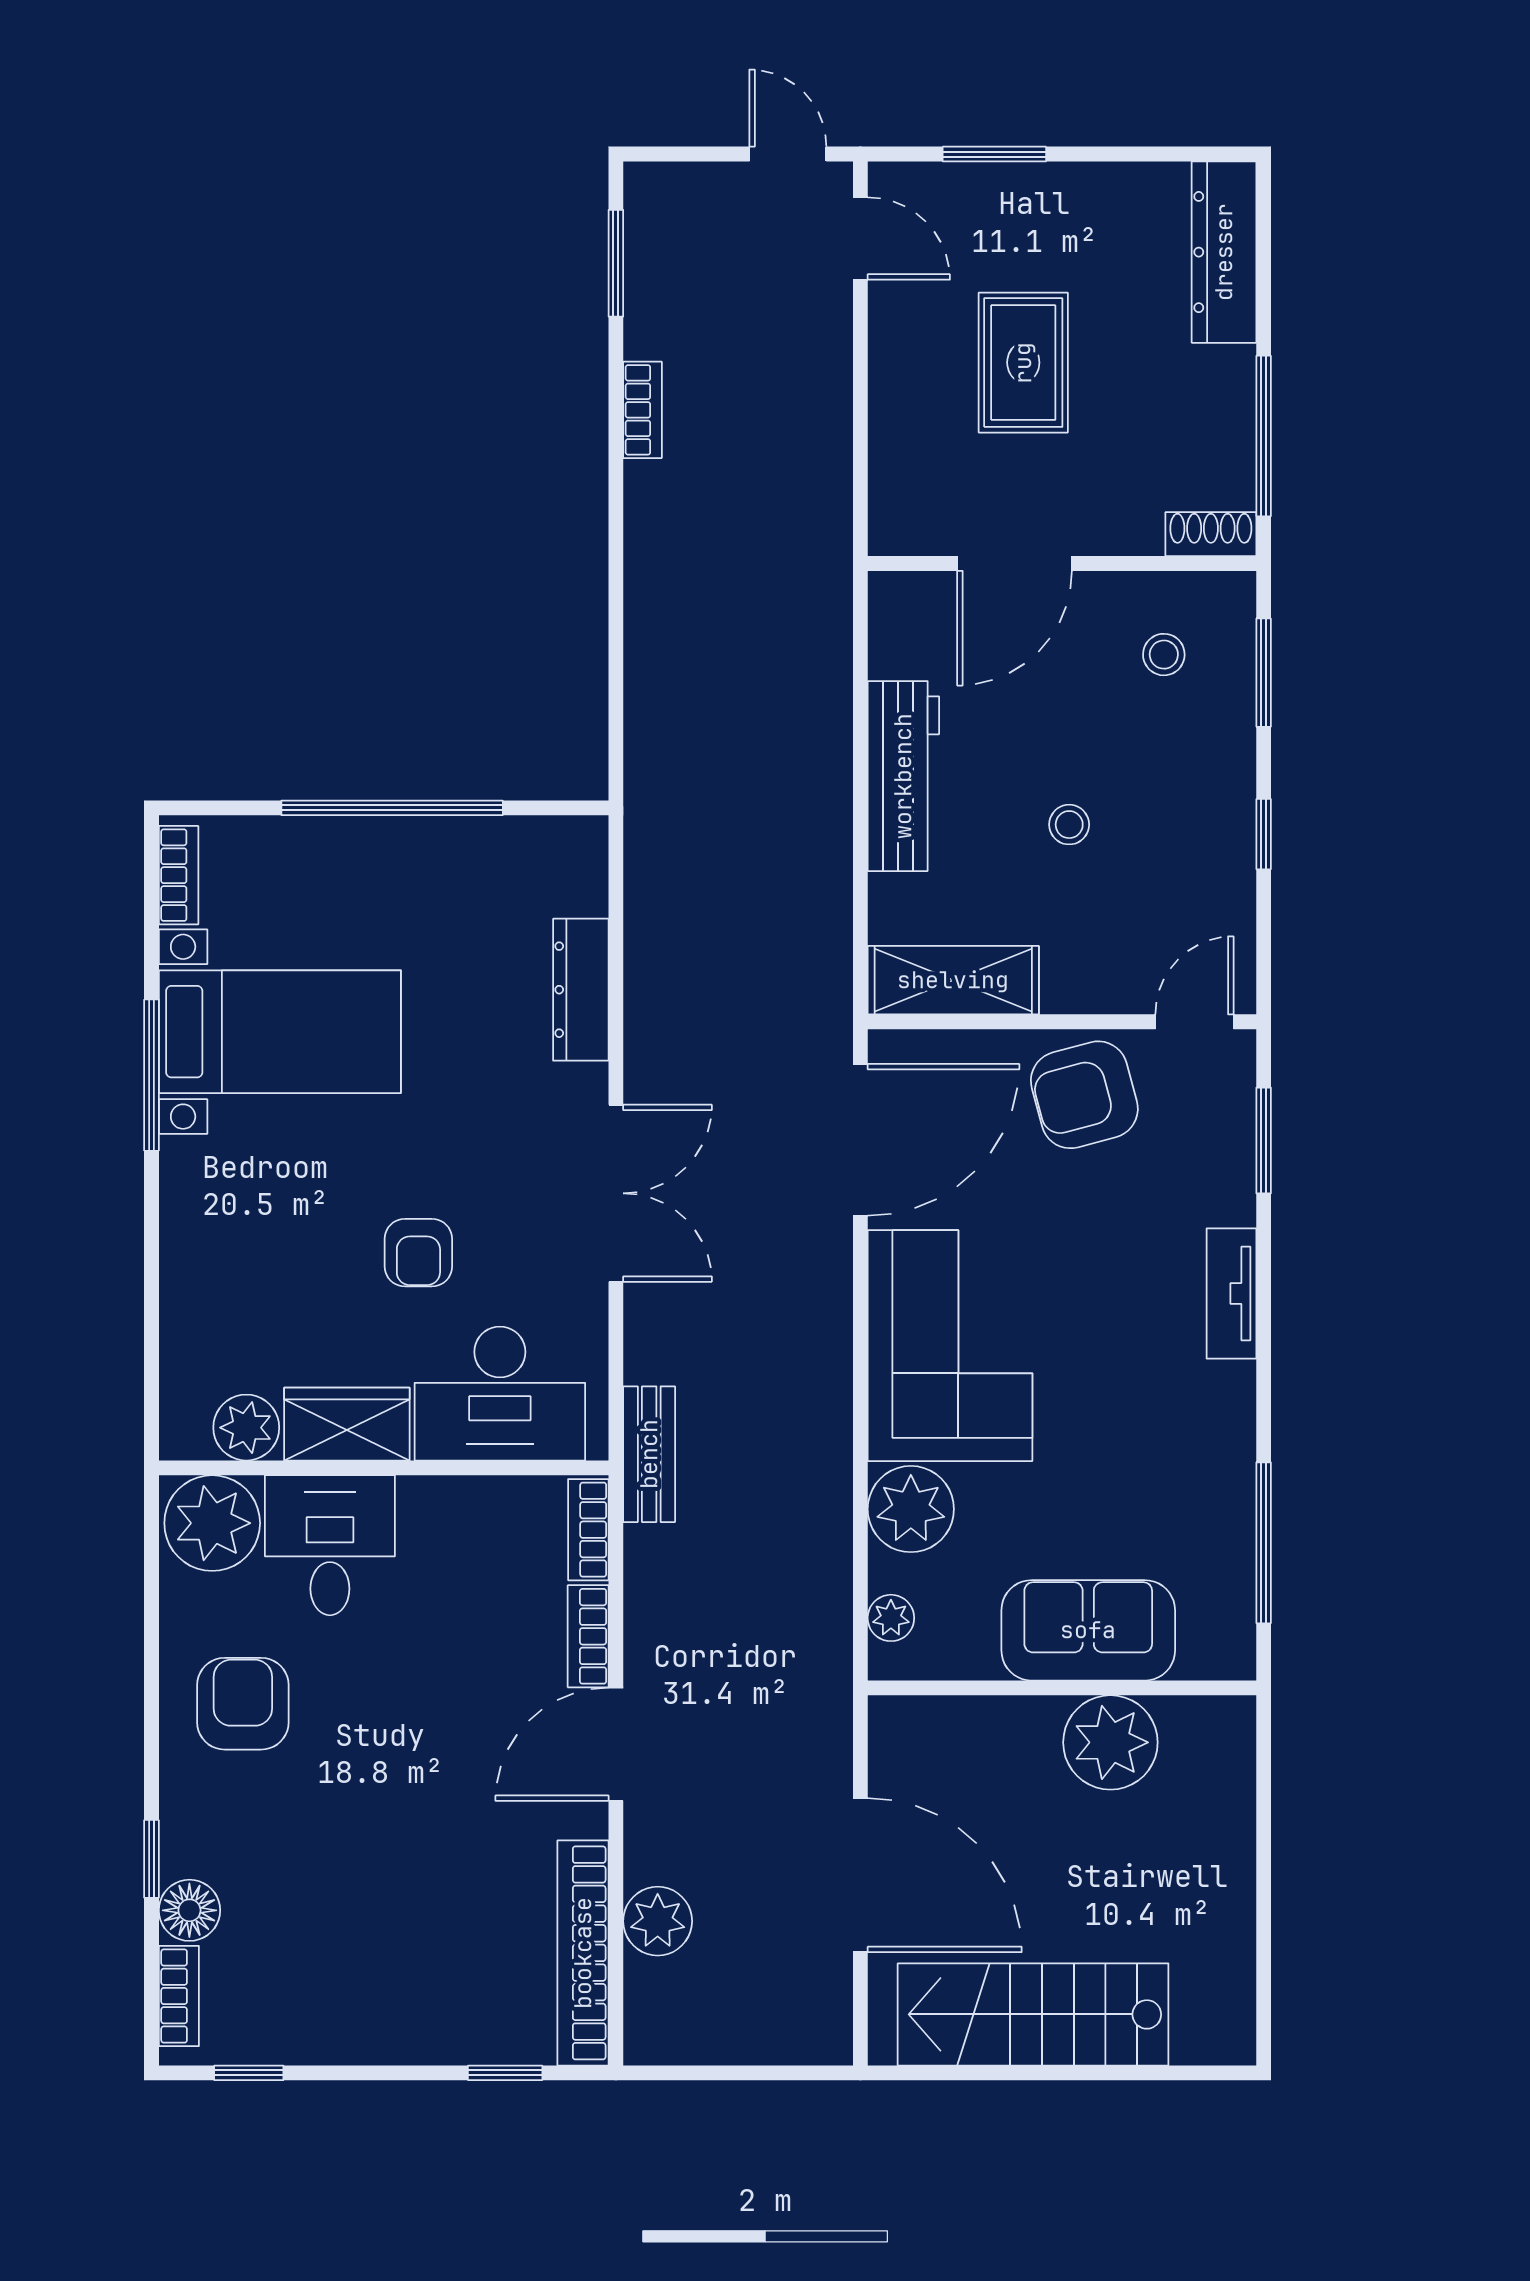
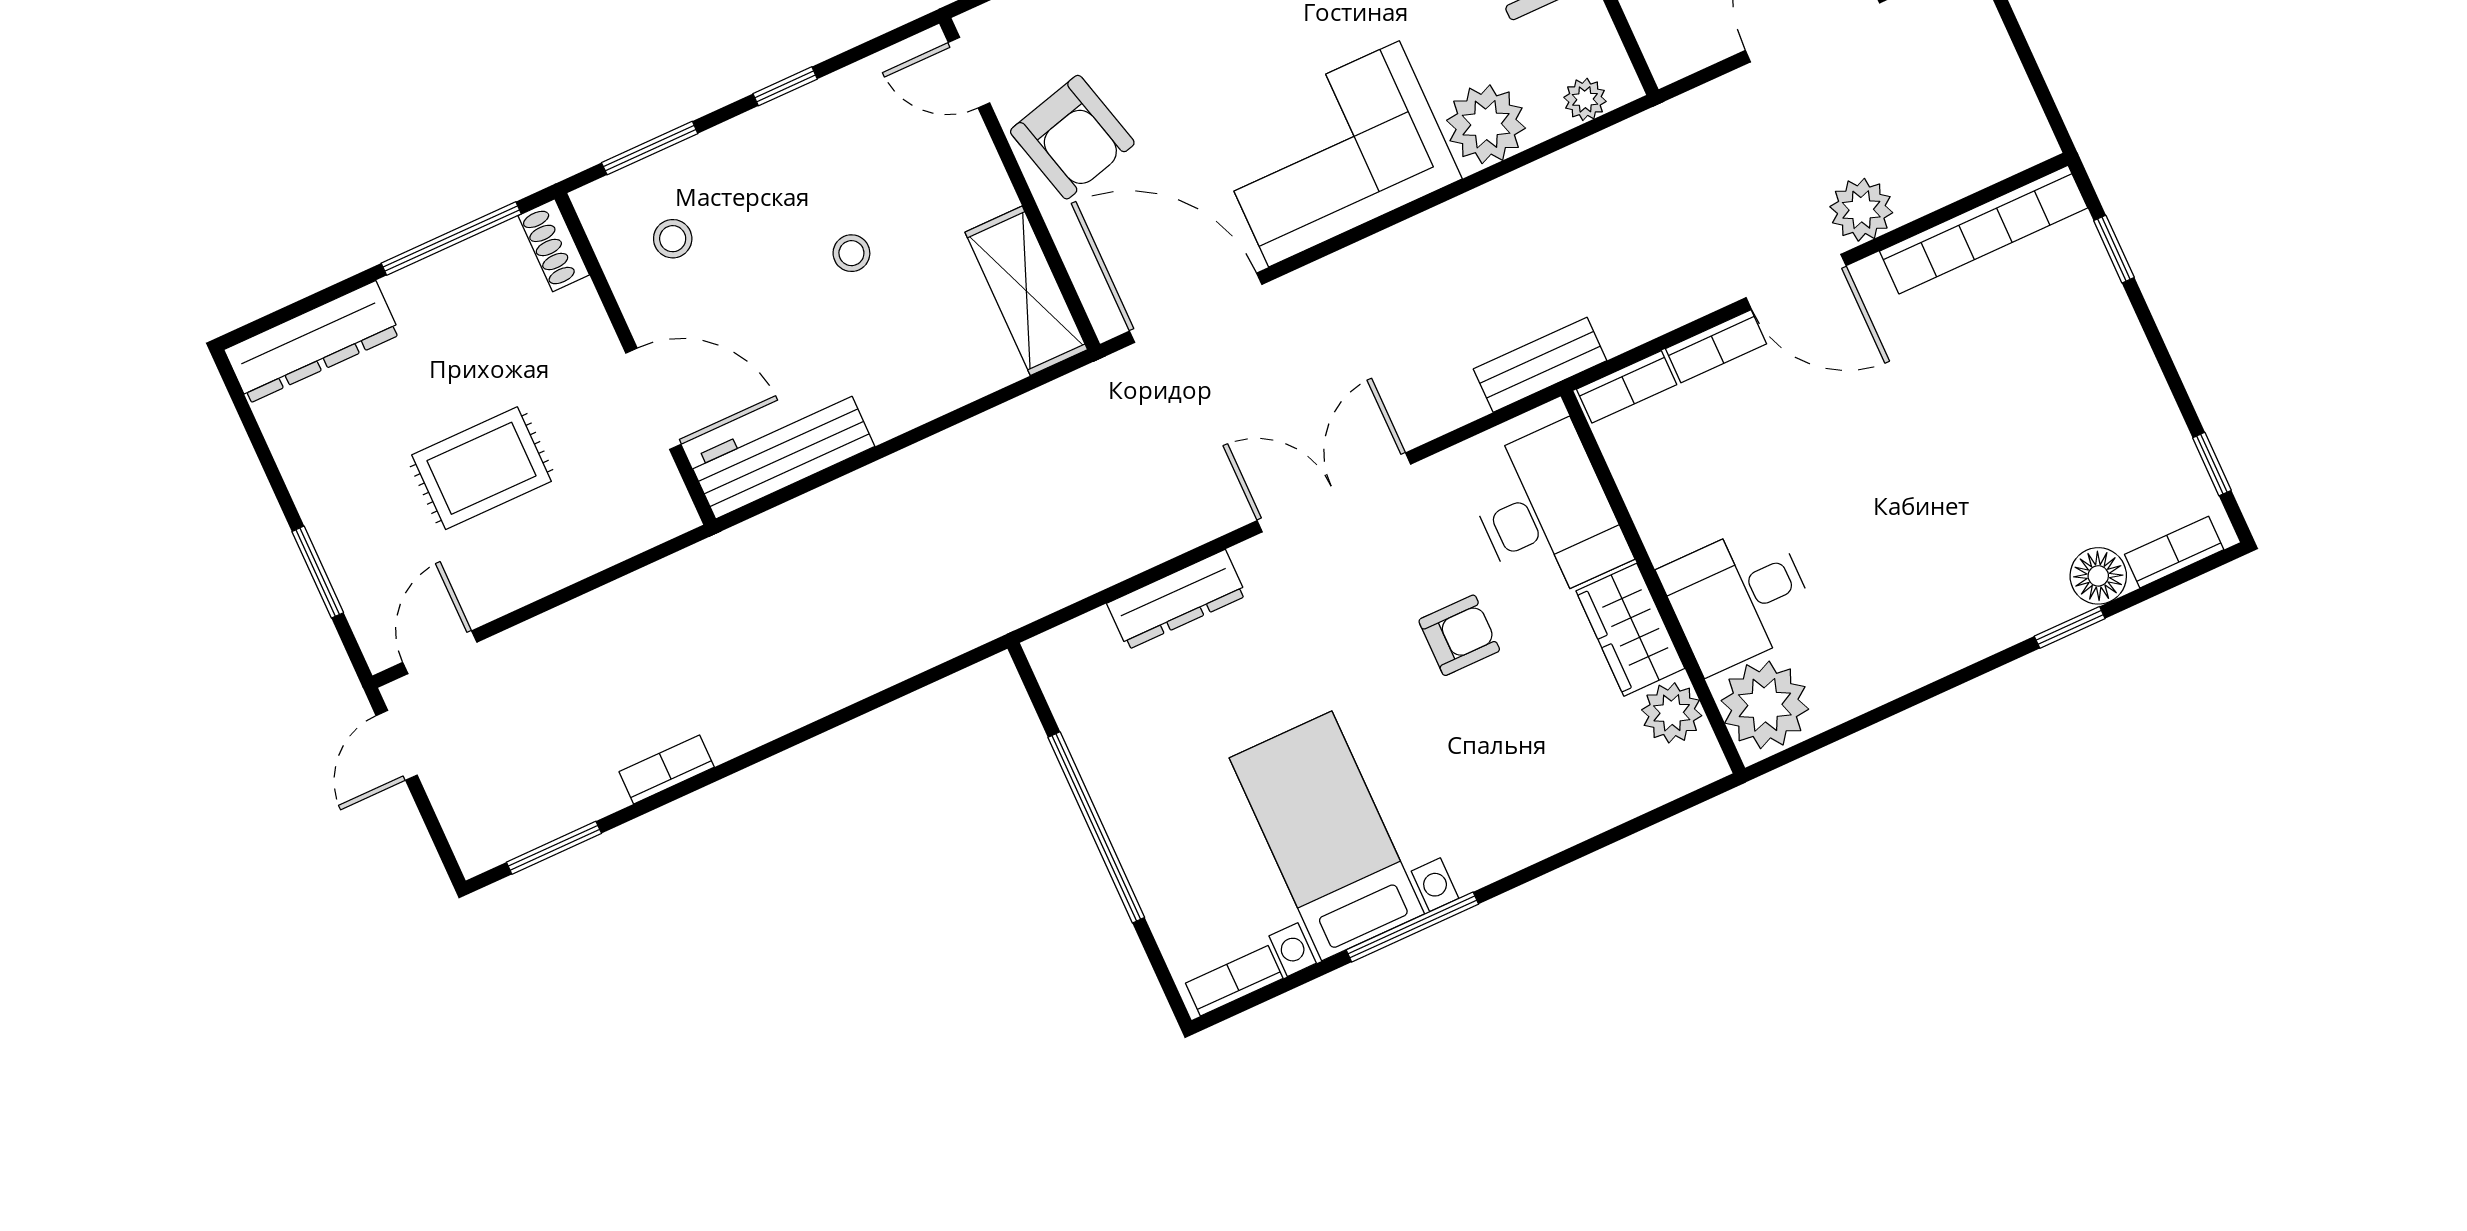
workbench: (903, 776) -> (782, 453), moved
armchair: (243, 1704) -> (1905, 610), removed
plant: (658, 1921) -> (1861, 210), moved

